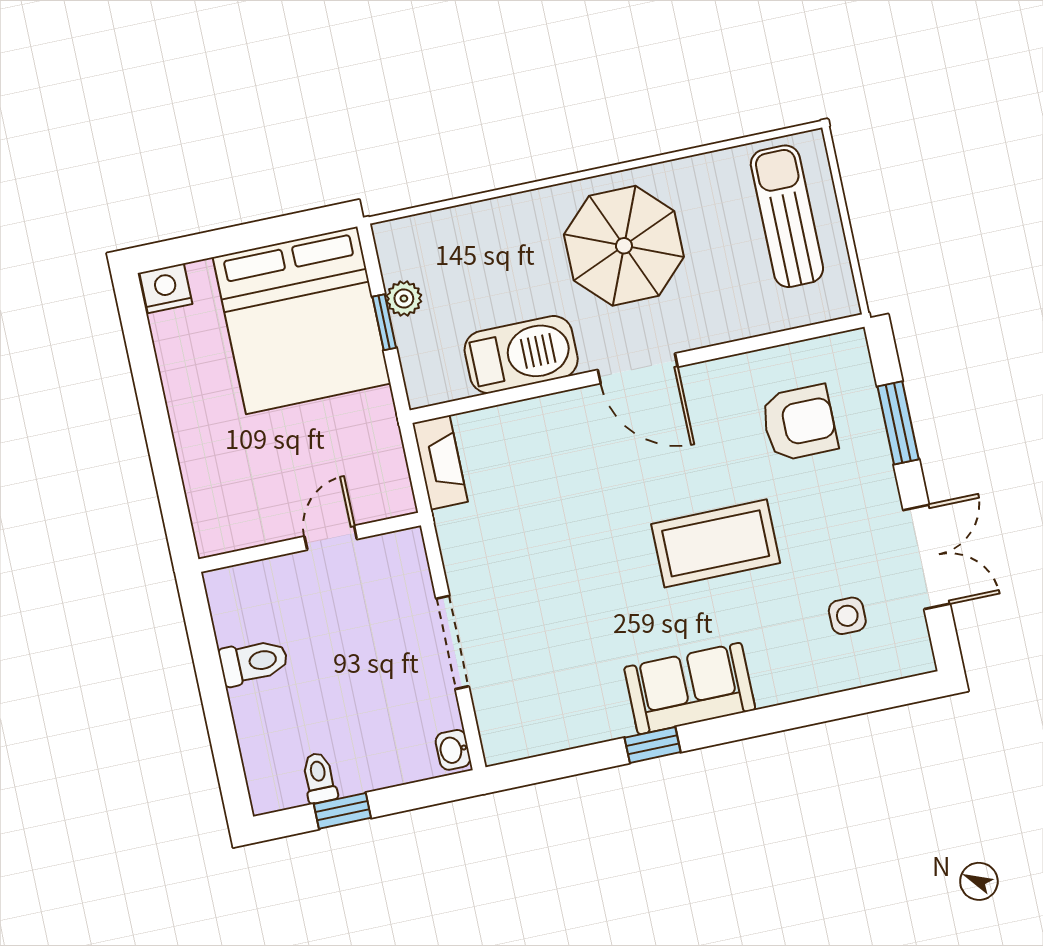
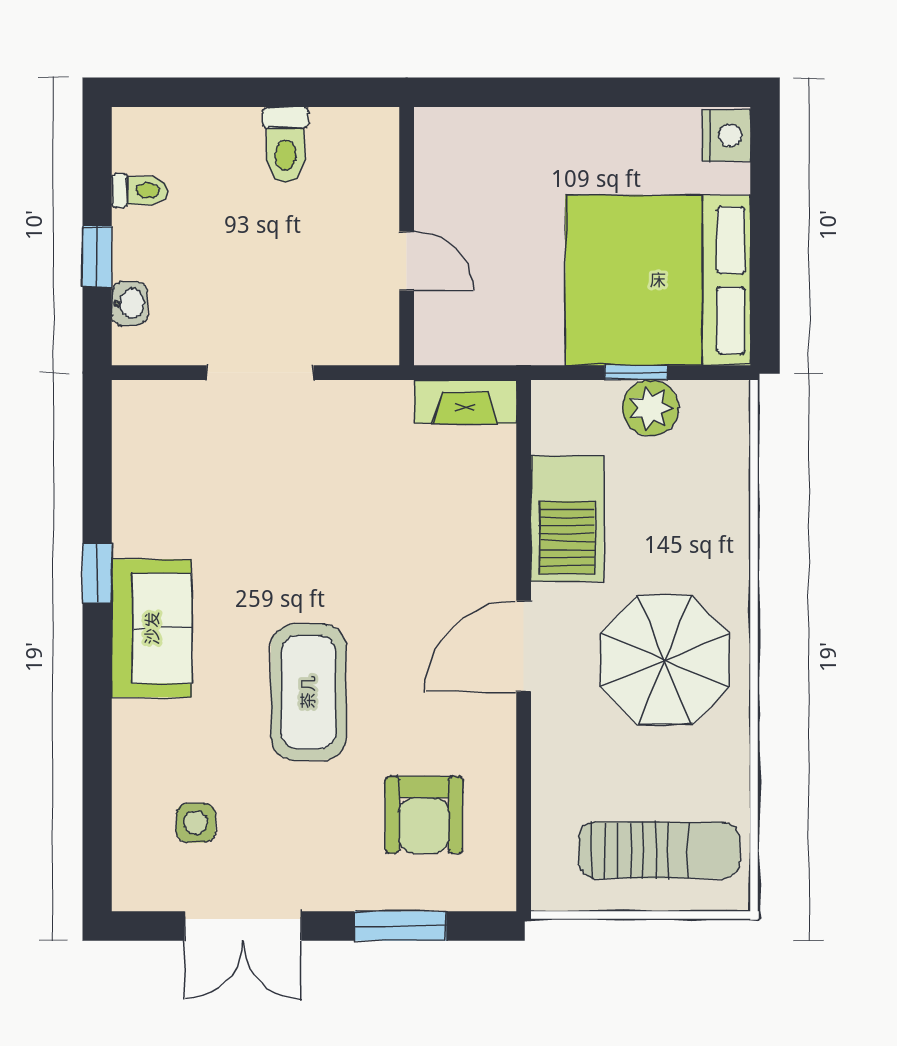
plant: (404, 298) -> (650, 408), width x1.38, depth x1.38
washbasin: (453, 750) -> (129, 303), moved, turned 90
window: (342, 811) -> (97, 257), moved

